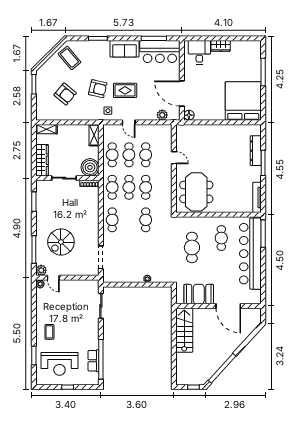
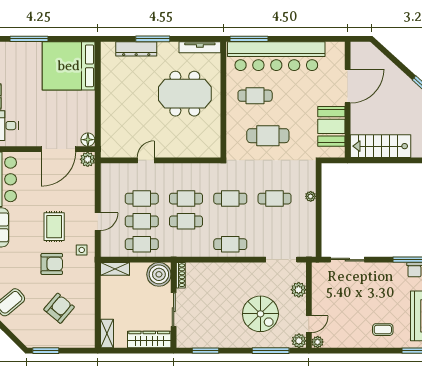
armchair: (98, 89) -> (52, 264), turned 77
plant: (162, 115) -> (88, 159), moved
cafe table: (112, 187) -> (275, 199), moved
meeting table: (196, 192) -> (185, 94), moved
plant: (79, 270) -> (299, 290), added

